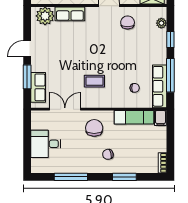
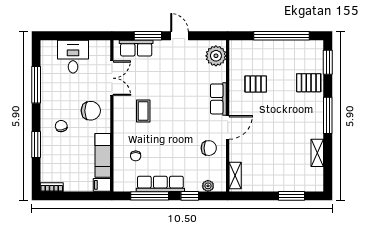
row of seats: (70, 14) -> (218, 99), moved
row of seats: (160, 86) -> (160, 184), moved

